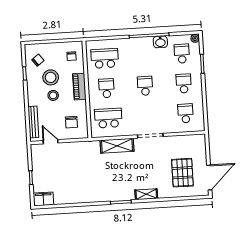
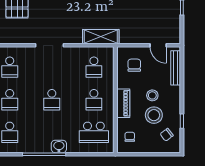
washbasin: (160, 42) -> (59, 146), moved
school desk: (108, 118) -> (94, 67), width x0.54
shelving: (117, 146) -> (101, 37), moved

